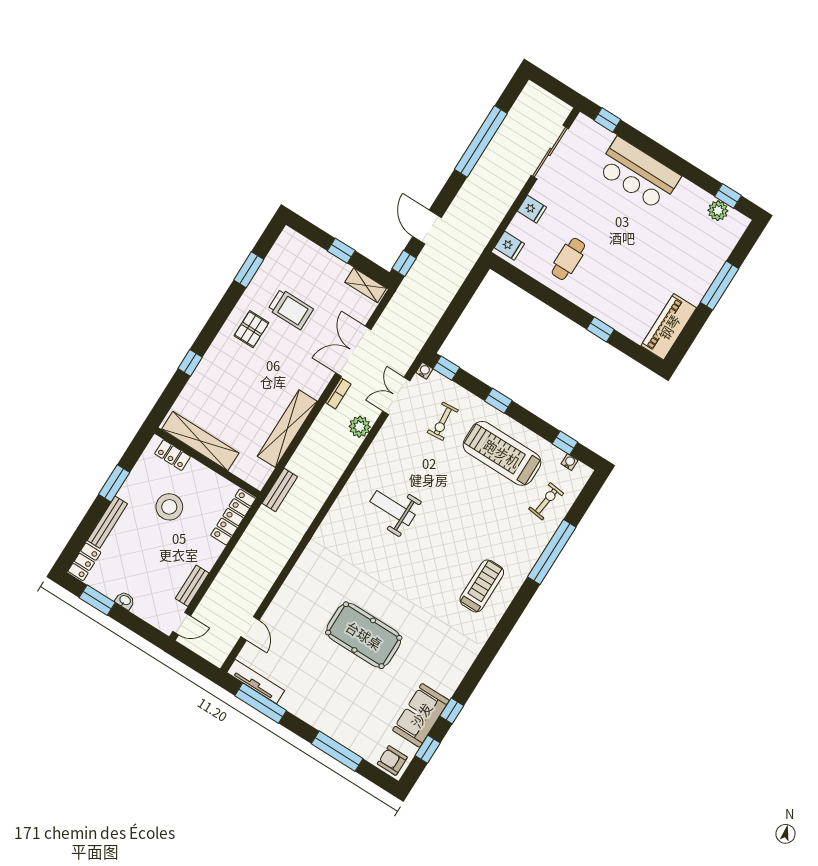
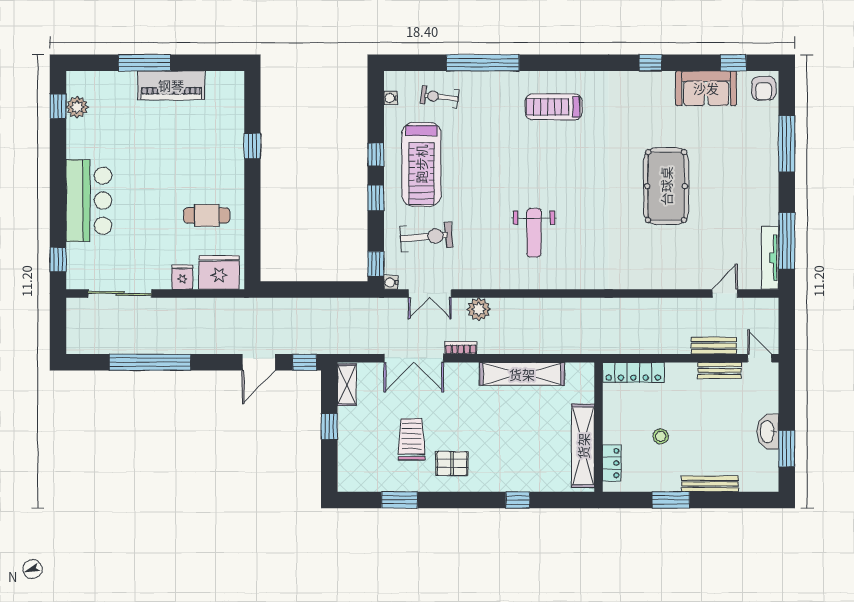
fridge: (509, 246) -> (219, 272), width x1.88, depth x1.34
piano: (669, 327) -> (171, 85), moved
exercise bike: (443, 421) -> (426, 237), width x1.38, depth x1.39
window: (565, 443) -> (376, 155), moved
bench: (280, 490) -> (714, 346), moved
stool: (169, 507) -> (661, 436), width x0.53, depth x0.53
locker: (84, 562) -> (759, 482), removed
washbasin: (125, 600) -> (768, 432), width x1.91, depth x1.45
window: (452, 711) -> (650, 63), moved

